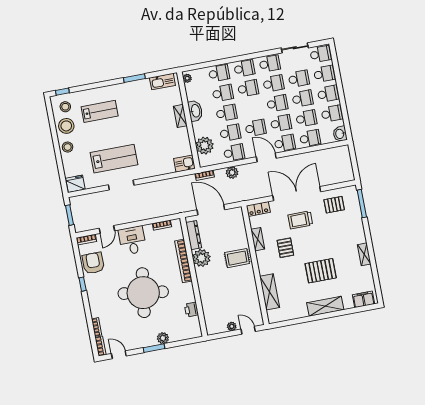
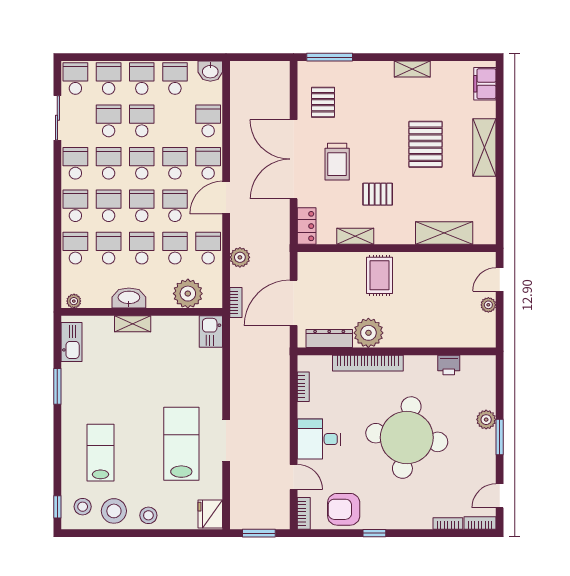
school desk: (306, 118) -> (142, 206), moved

